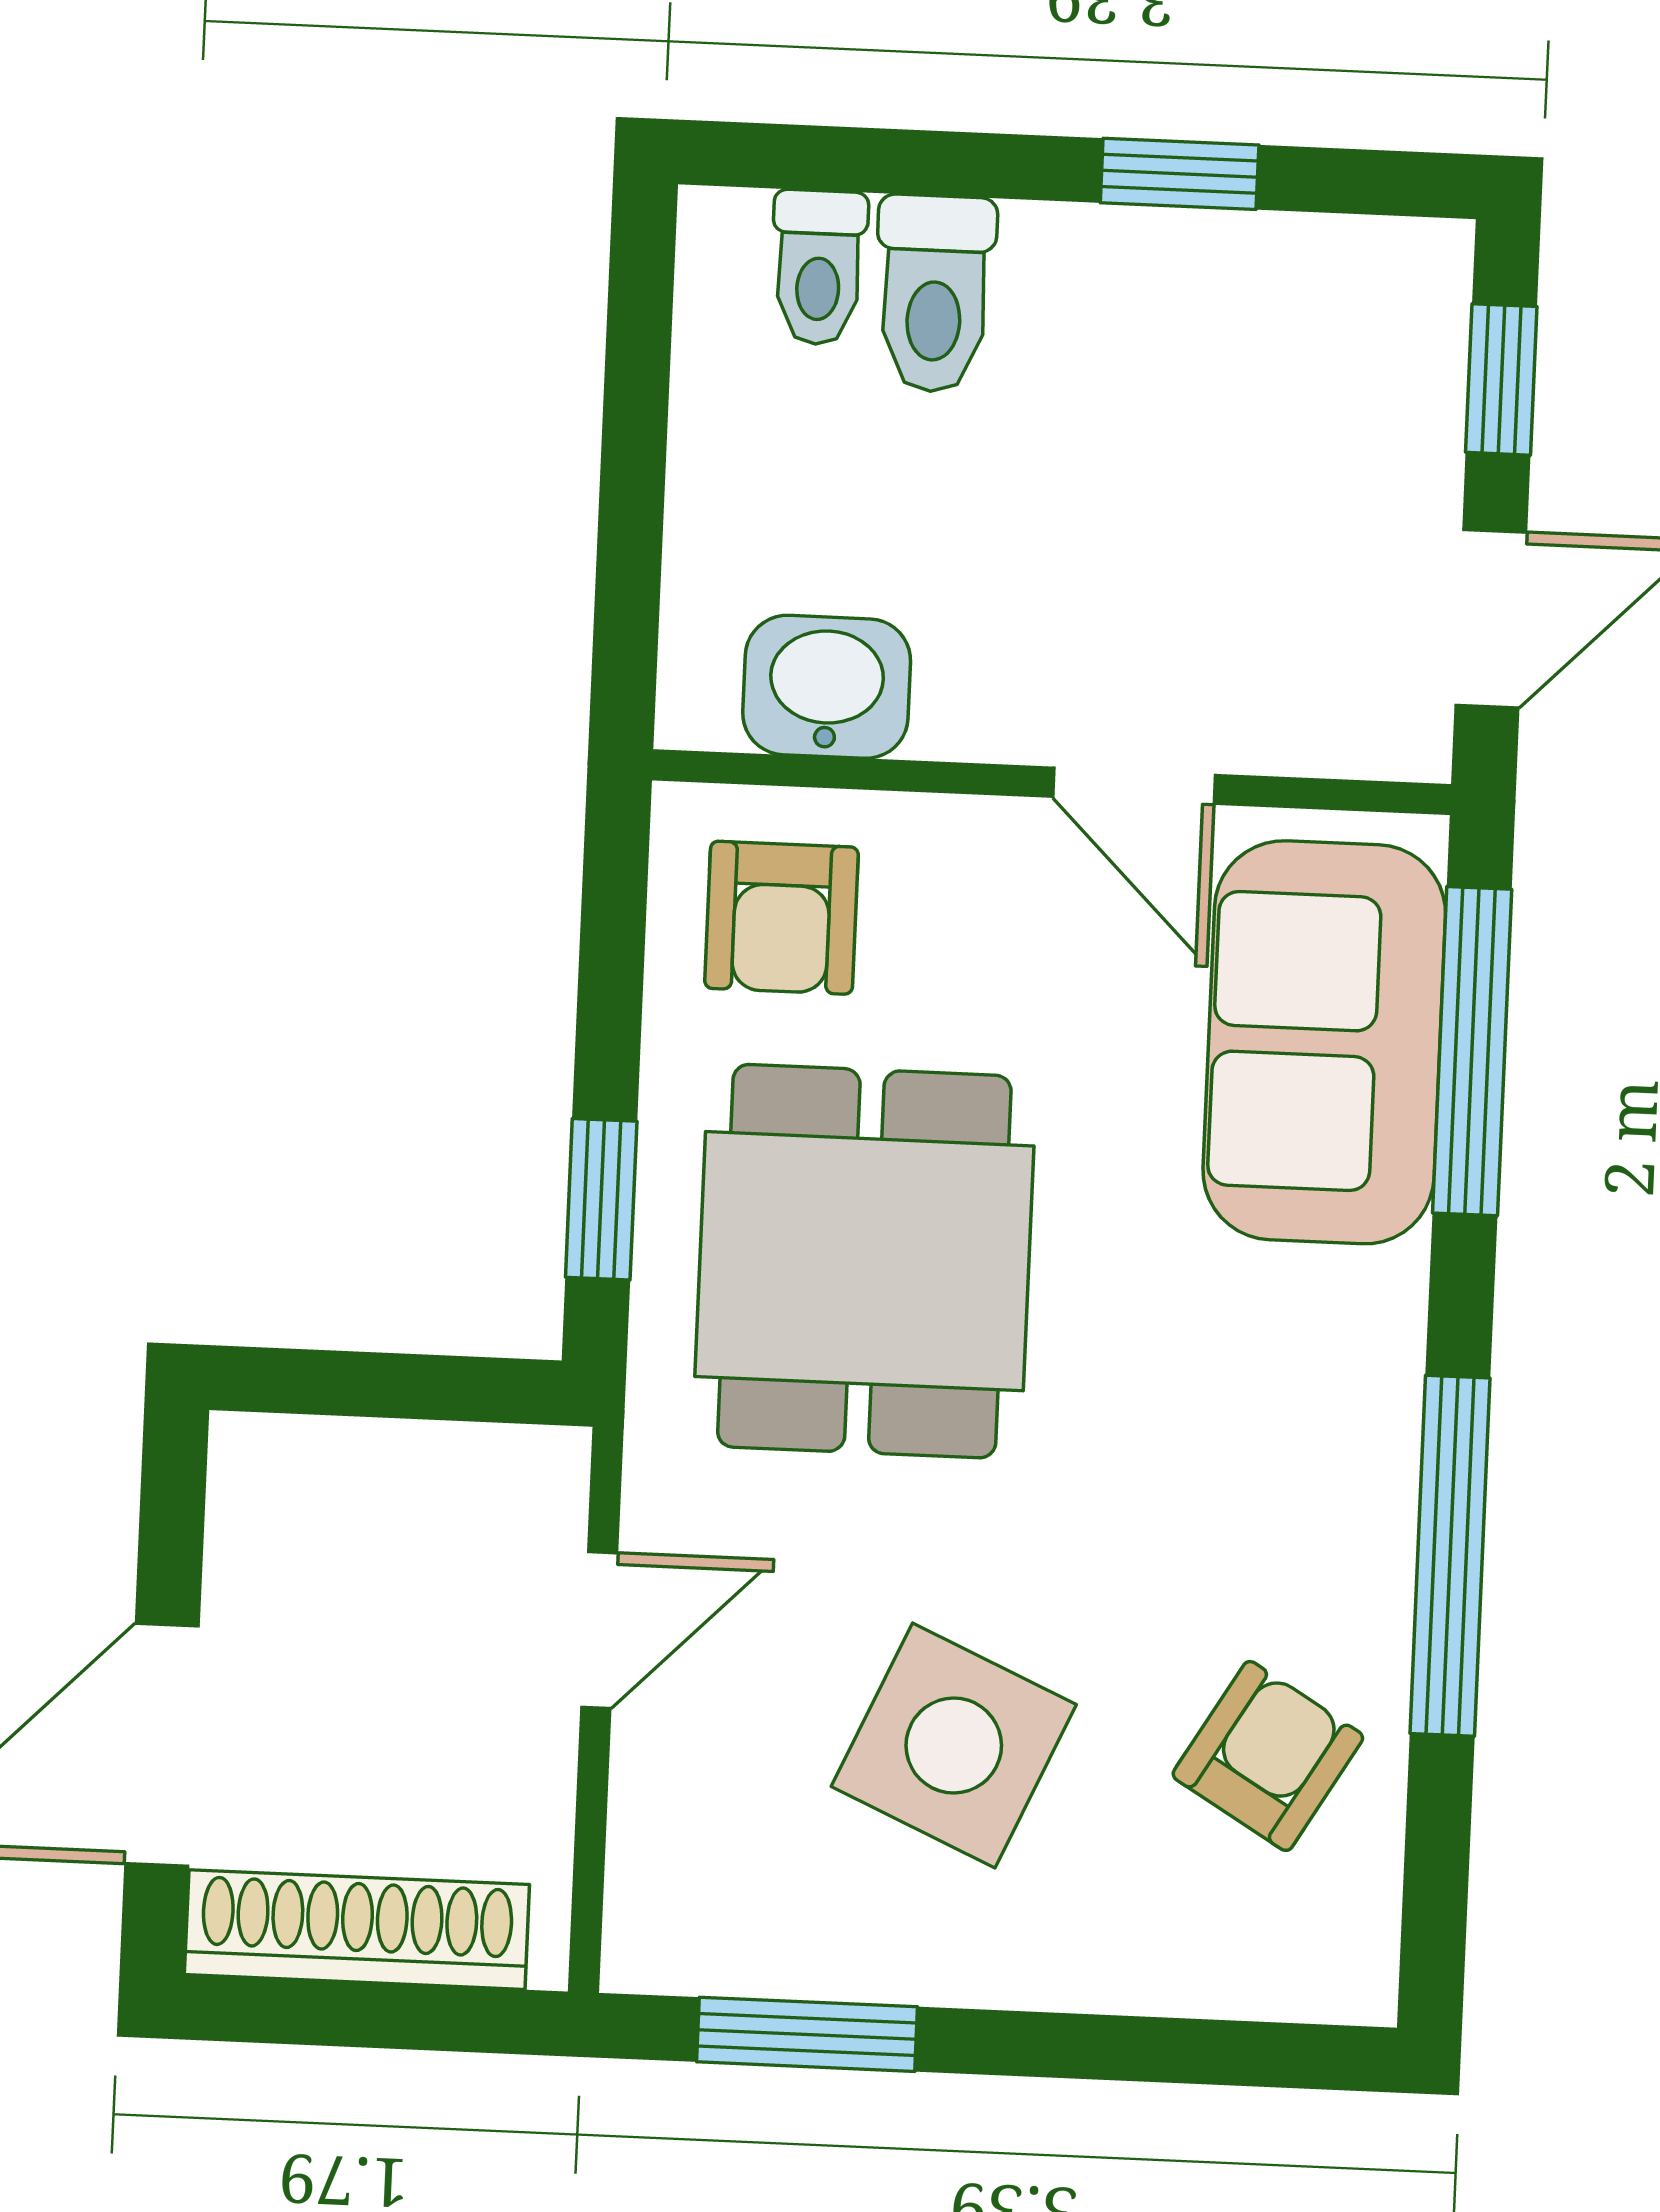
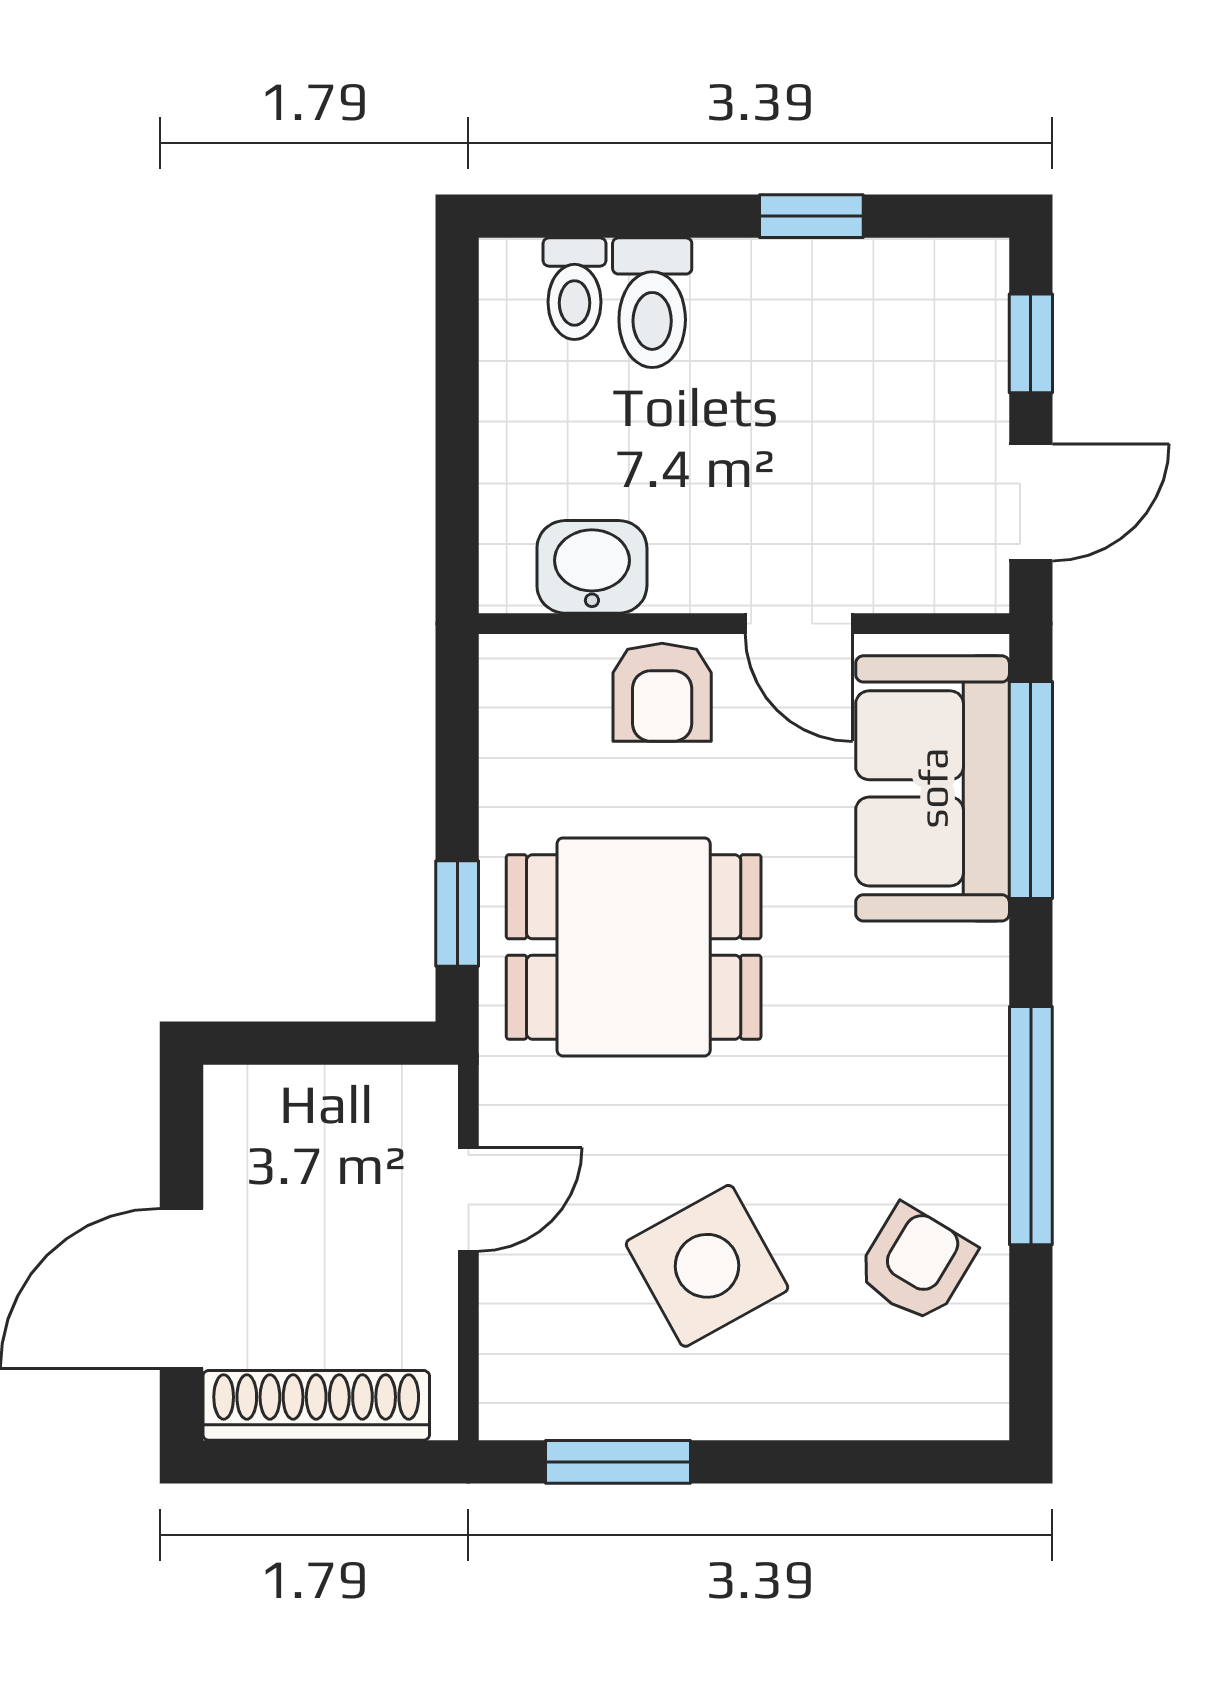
armchair: (781, 918) -> (662, 692), moved
dining table: (864, 1261) -> (634, 947), turned 90
side table: (954, 1746) -> (707, 1266), turned 37

